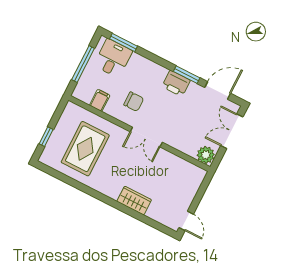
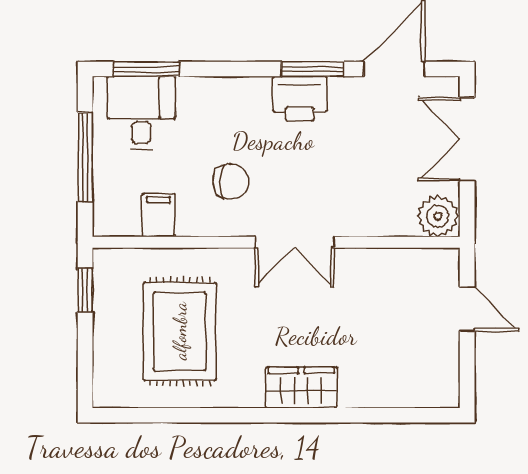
window: (46, 137) -> (85, 290), moved
wardrobe: (134, 201) -> (301, 387), moved
door: (186, 221) -> (467, 309), moved

